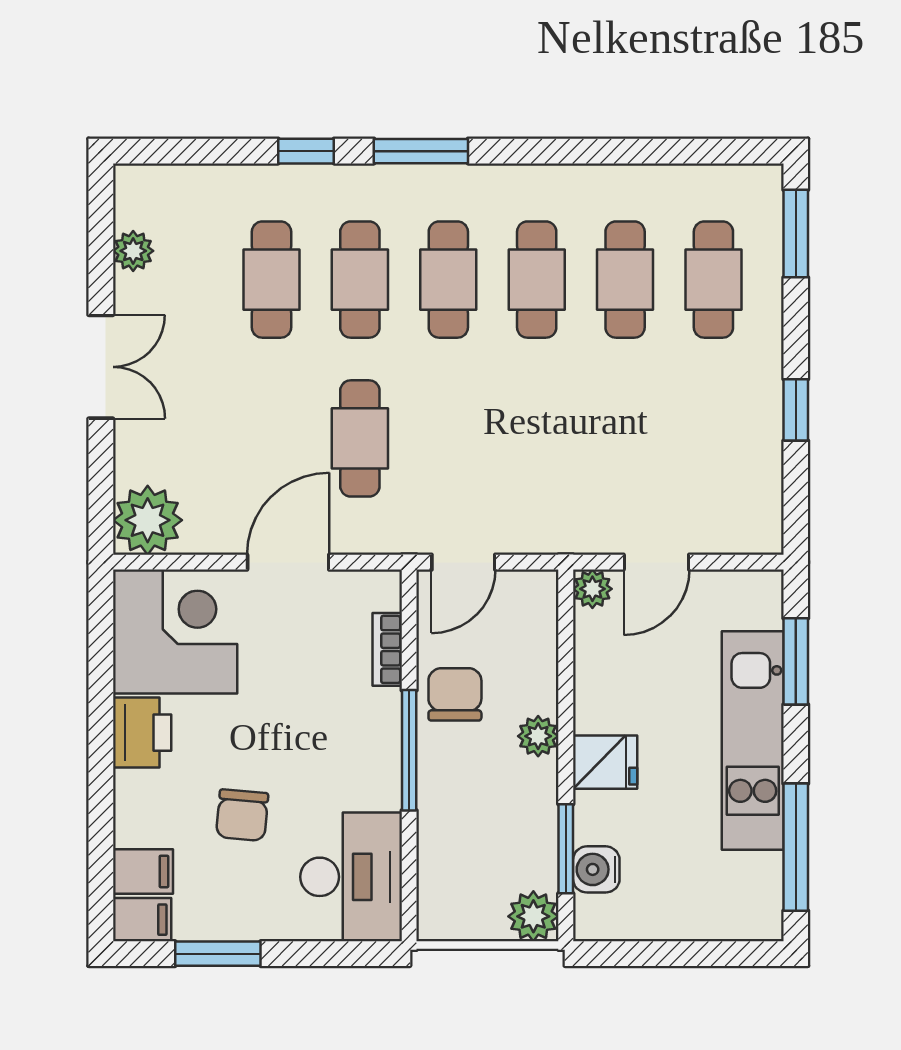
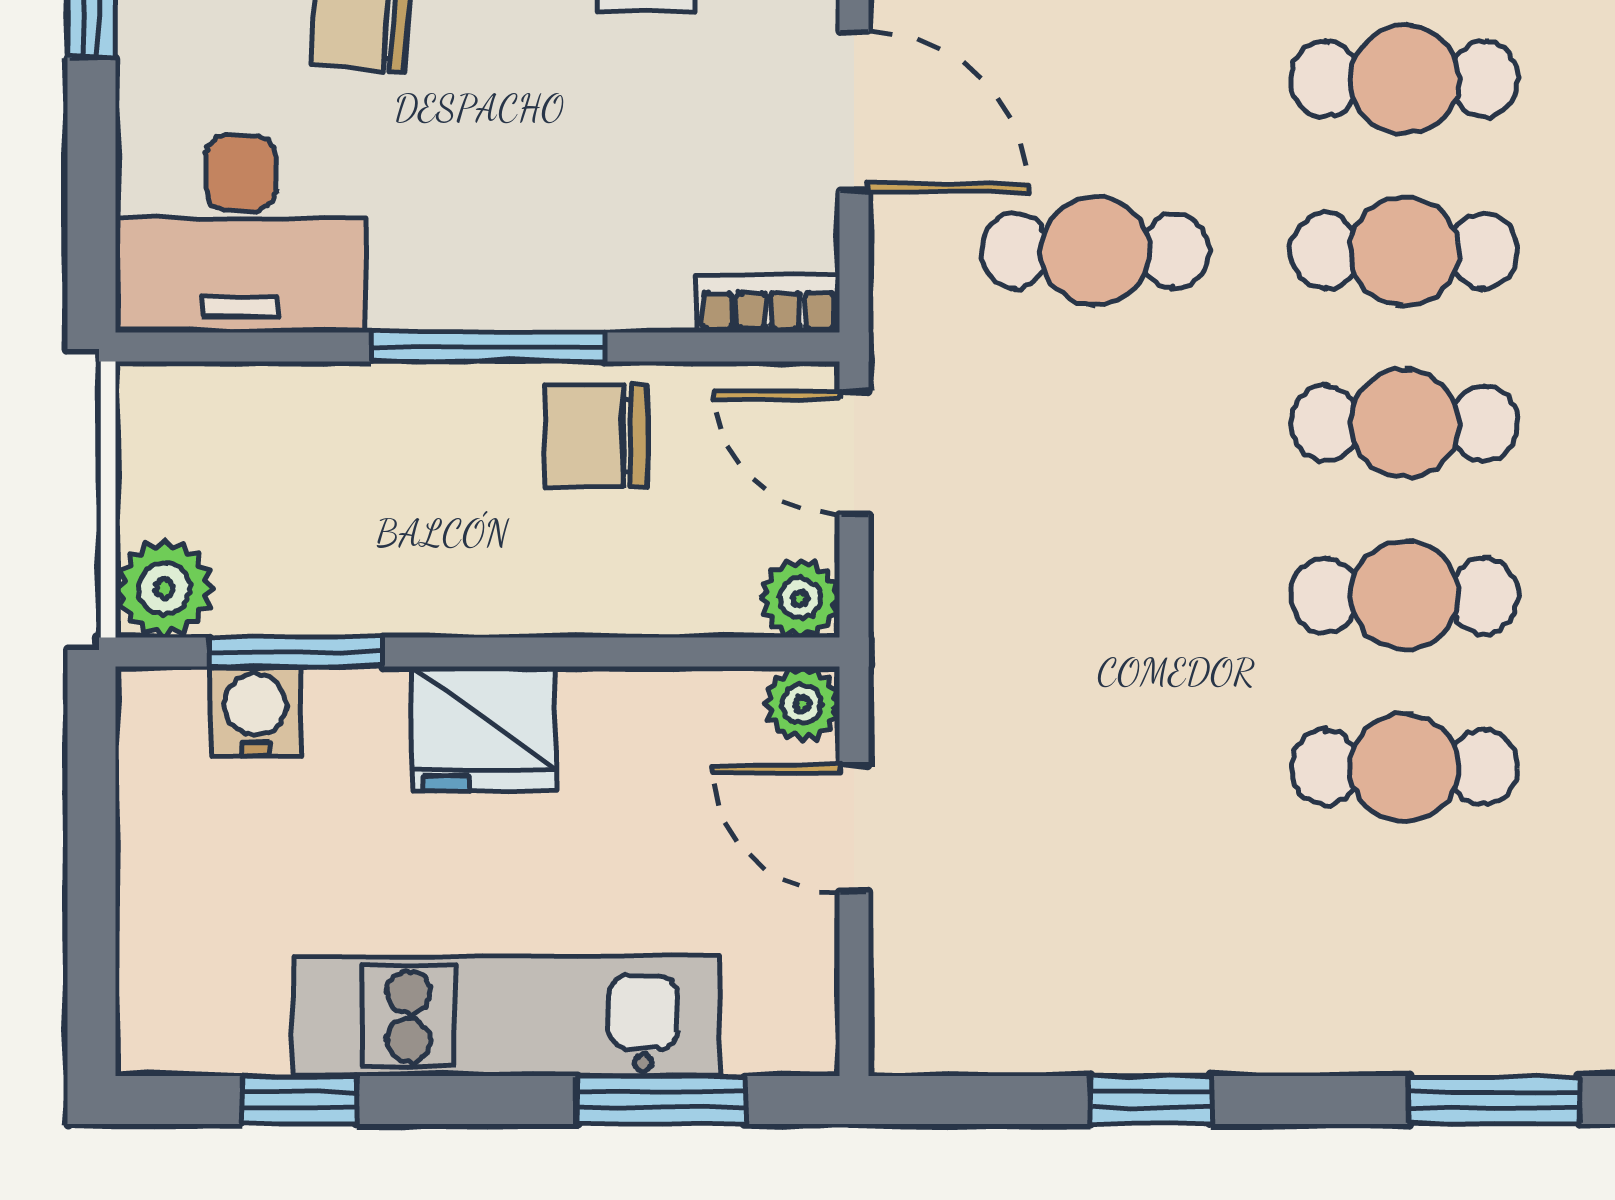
cafe table: (713, 280) -> (1404, 940), removed
bookcase: (387, 649) -> (769, 304), moved
chair: (455, 694) -> (596, 436), turned 180
plant: (538, 736) -> (800, 598), moved
fridge: (605, 762) -> (485, 729), width x1.38
window: (796, 847) -> (299, 1100), width x0.46

